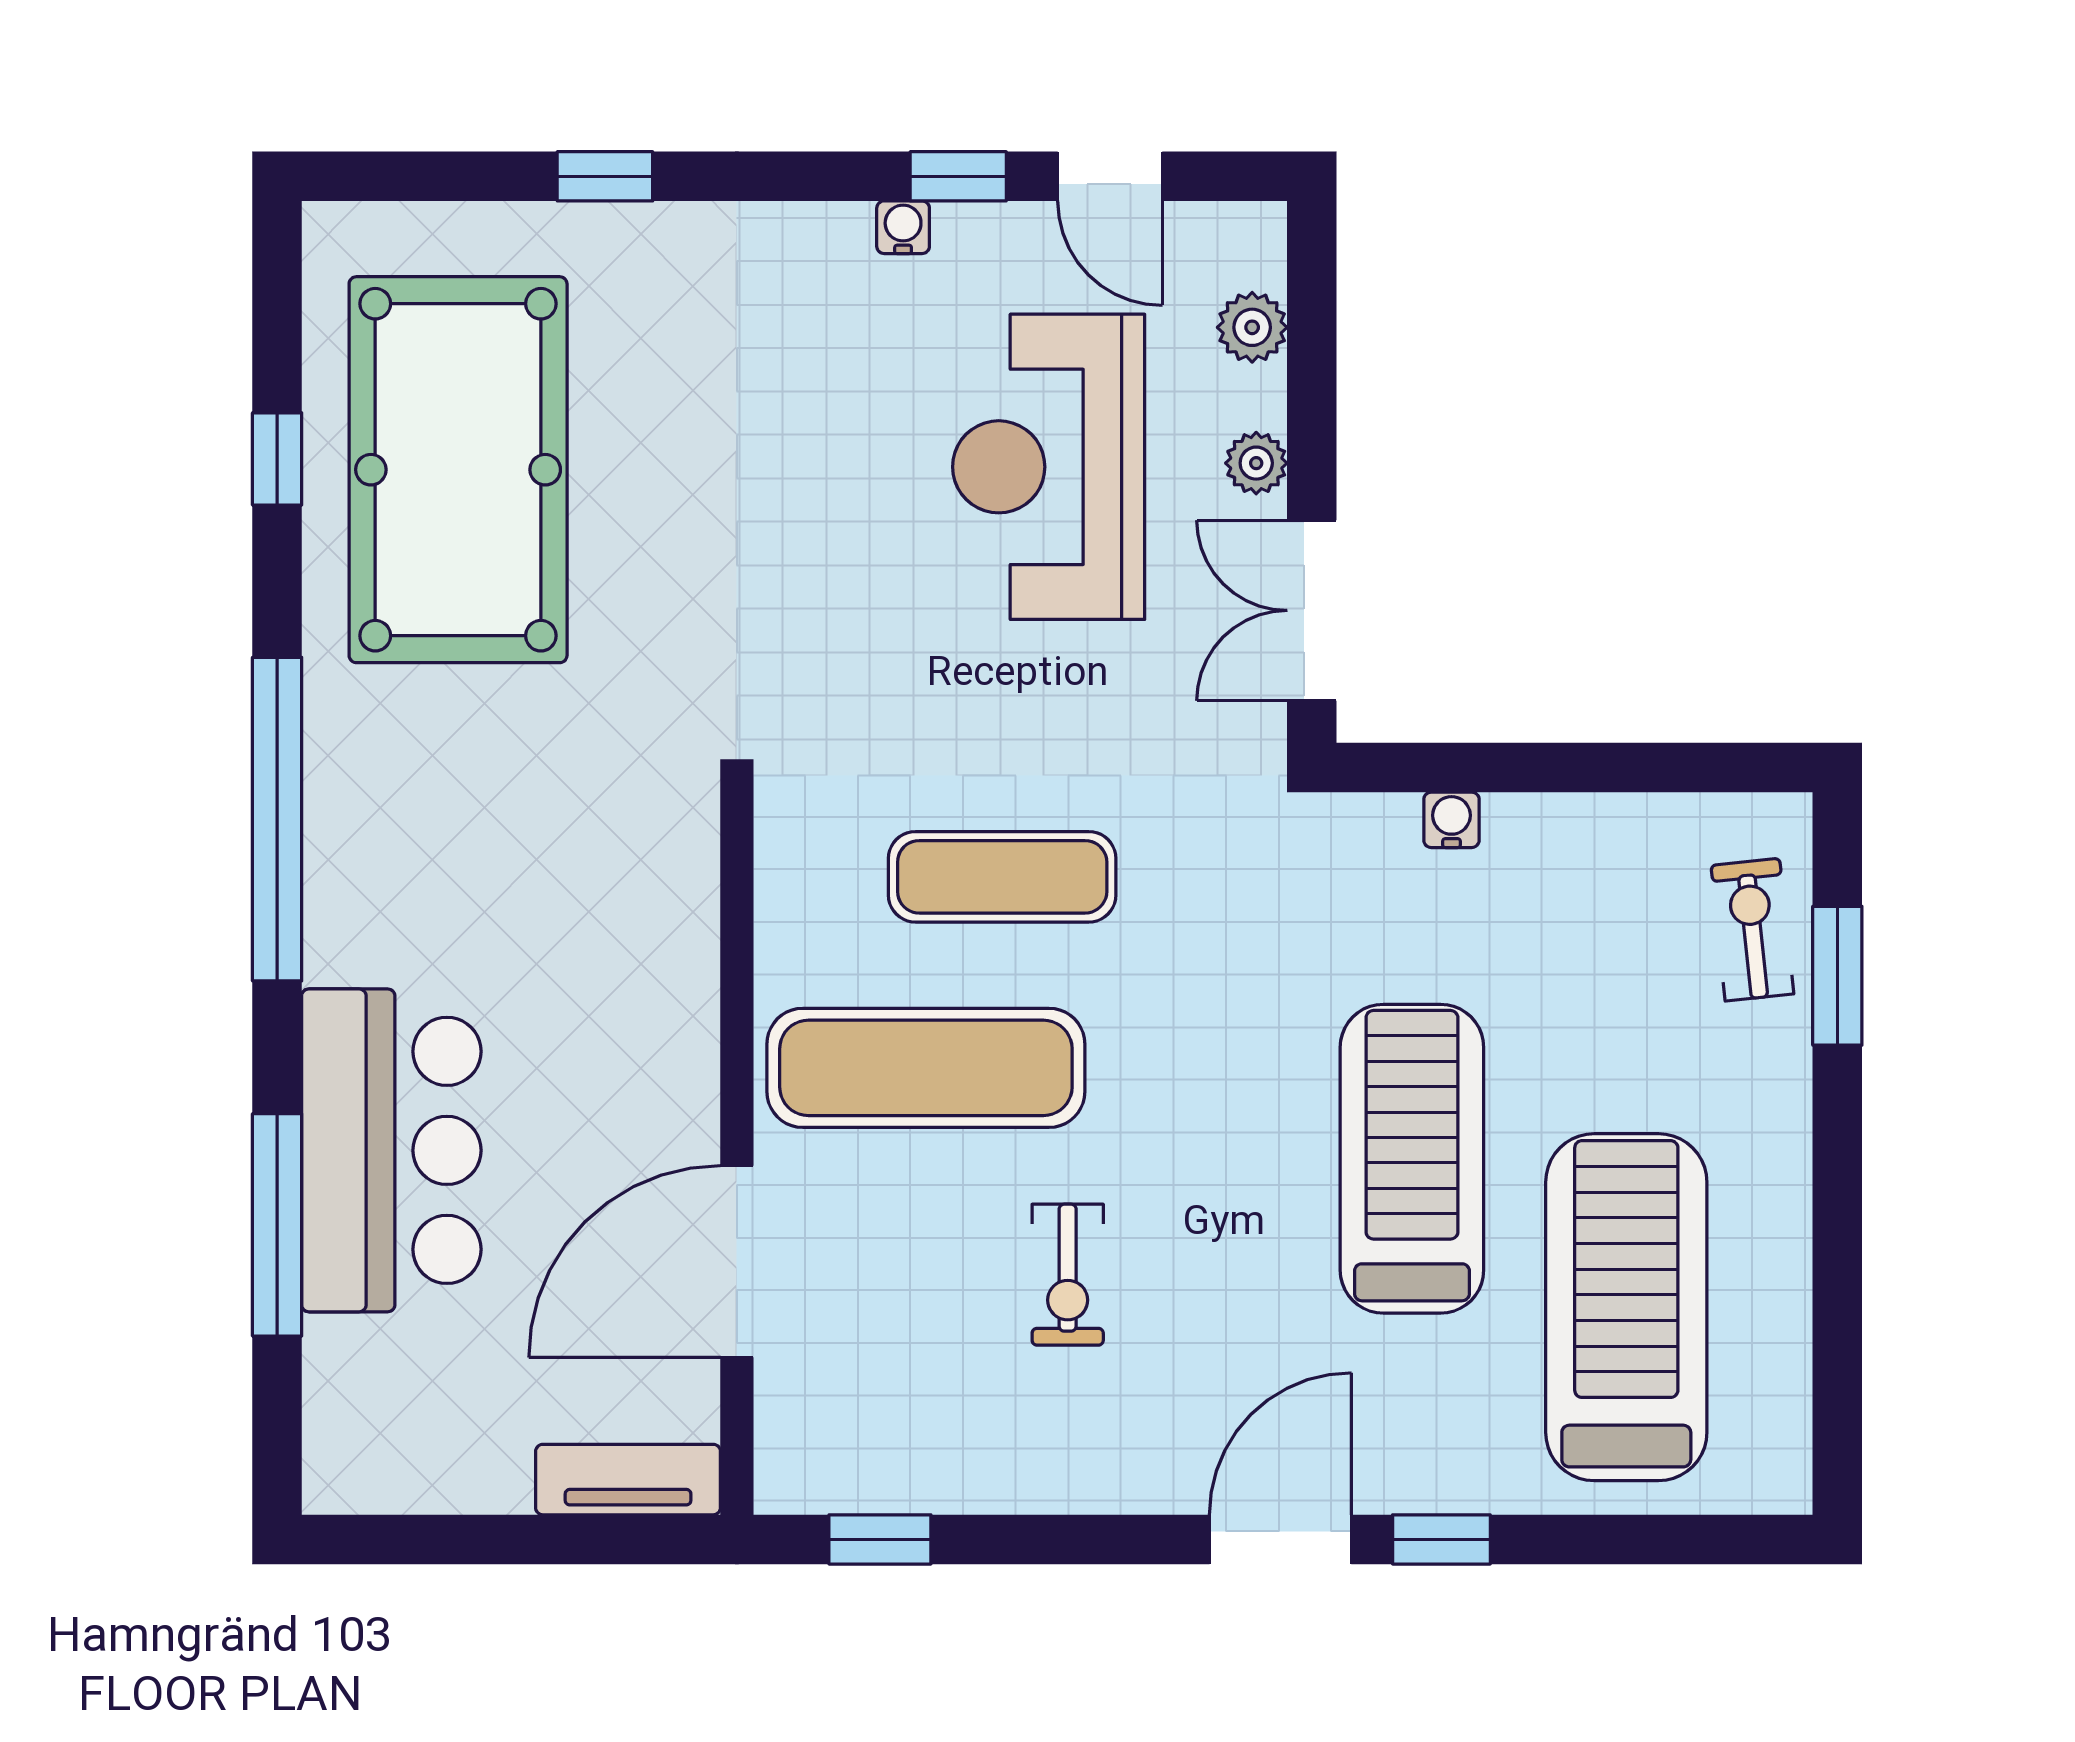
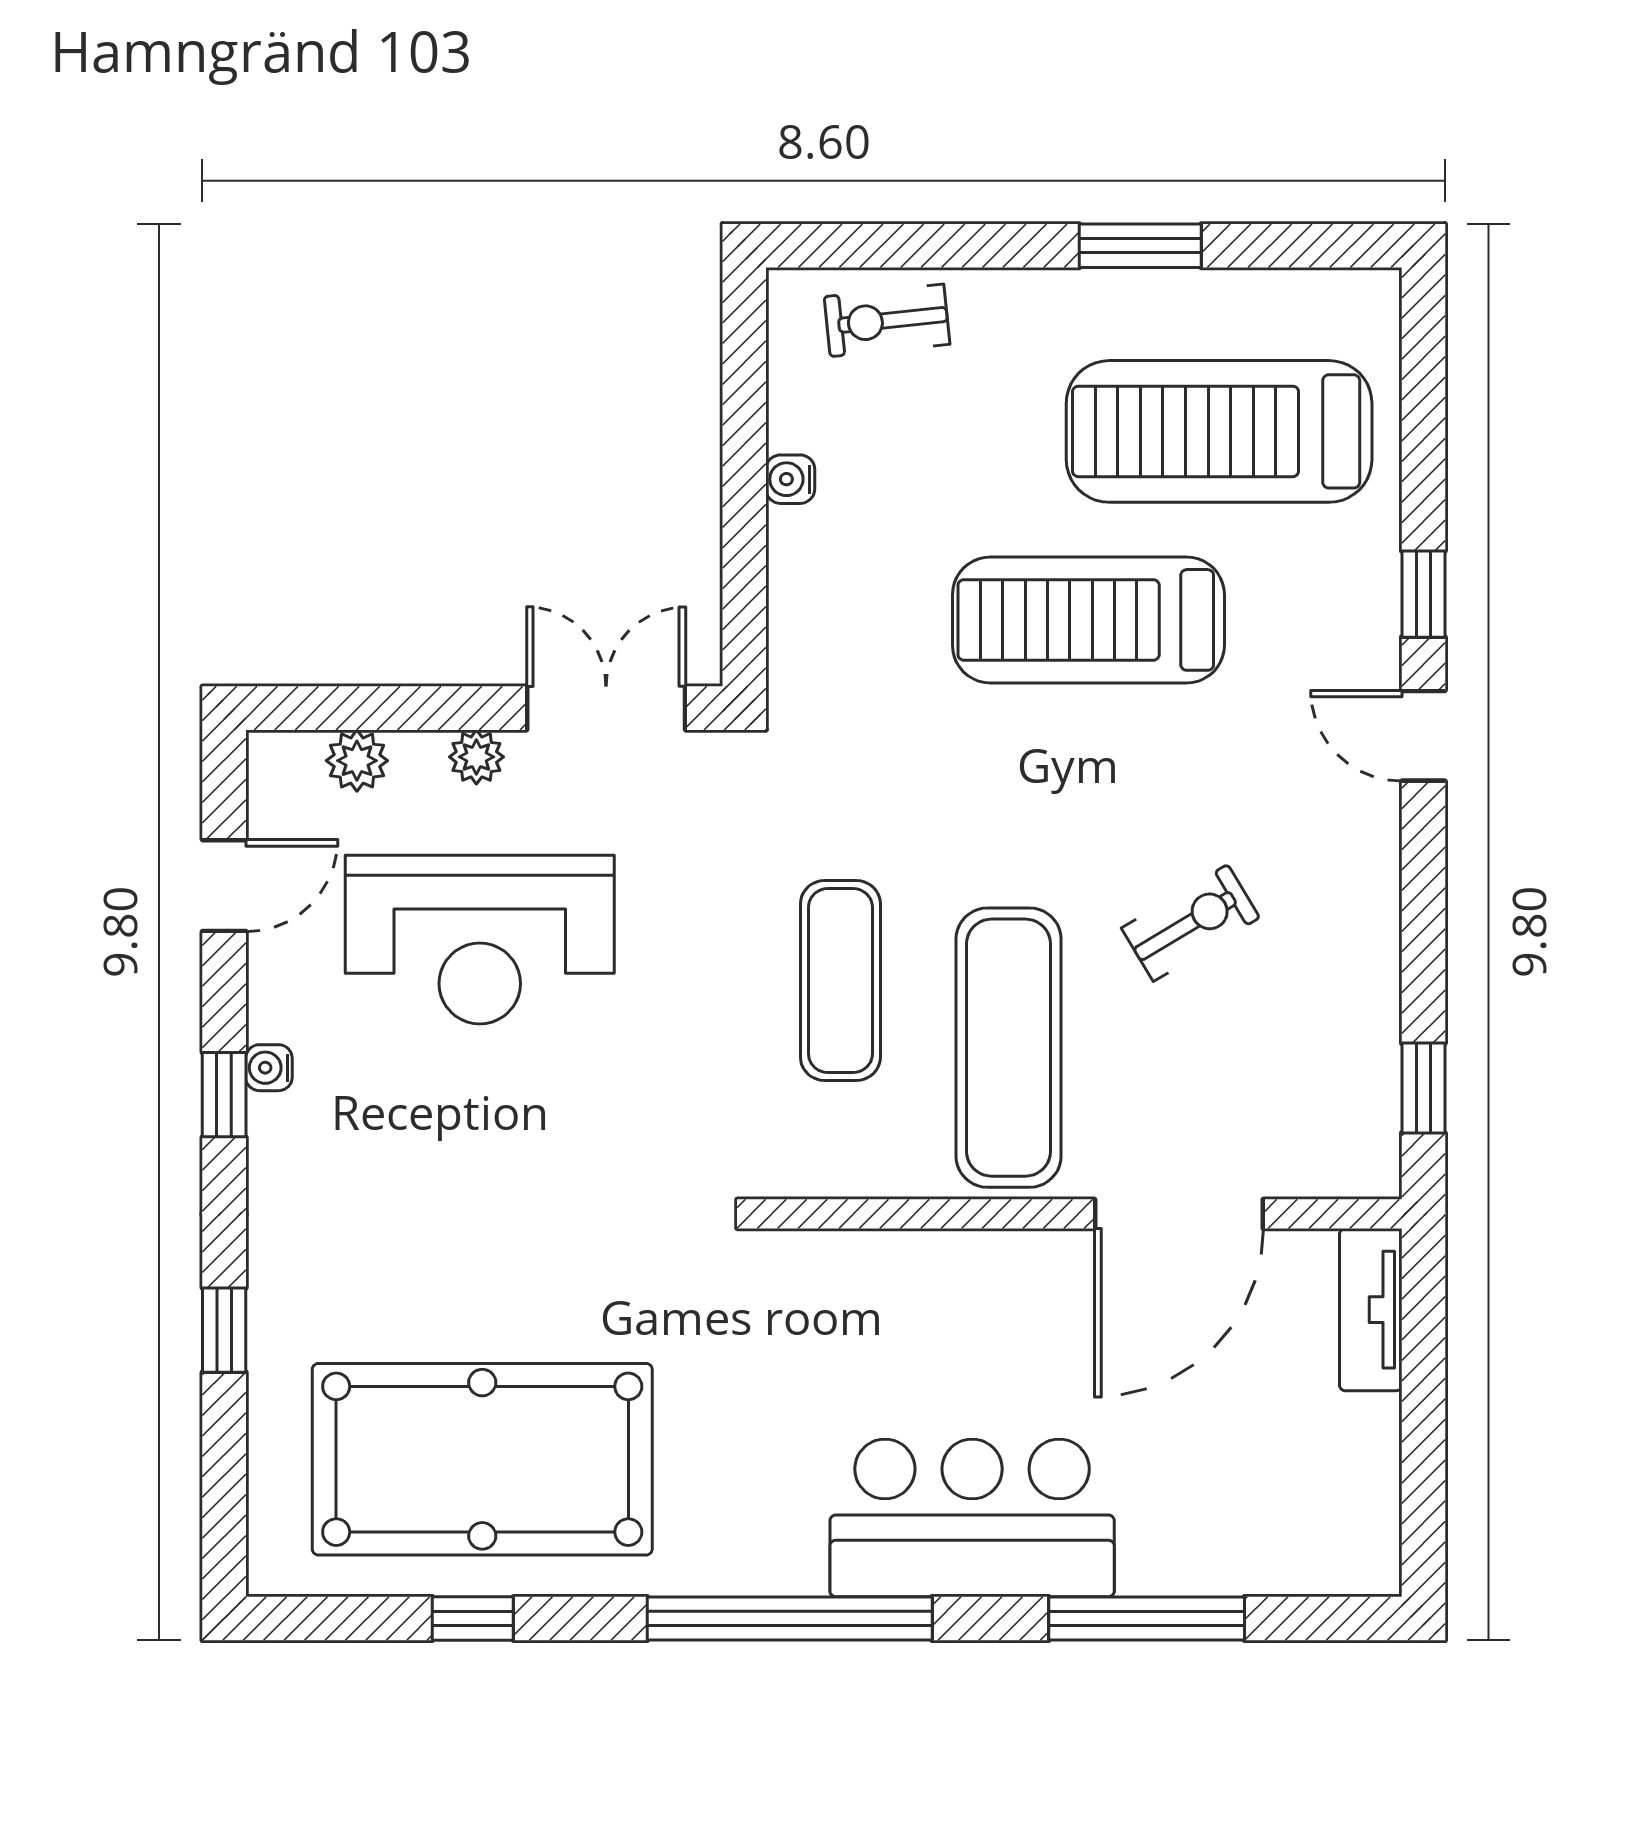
window: (958, 176) -> (224, 1095), moved
double door: (1312, 610) -> (606, 708), swing flipped
water cooler: (1451, 820) -> (790, 479), moved
window: (1837, 976) -> (1140, 246), moved
bar counter: (391, 1150) -> (972, 1518), moved
door: (737, 1262) -> (1179, 1214), hinge flipped
exercise bike: (1068, 1275) -> (1190, 923), turned -31
door: (1280, 1539) -> (1423, 736), width x0.73

